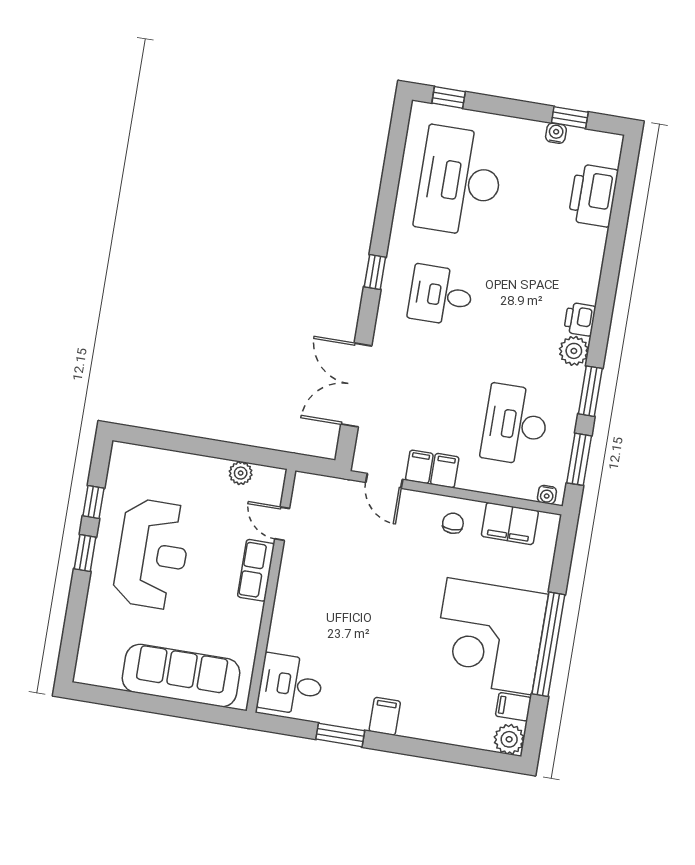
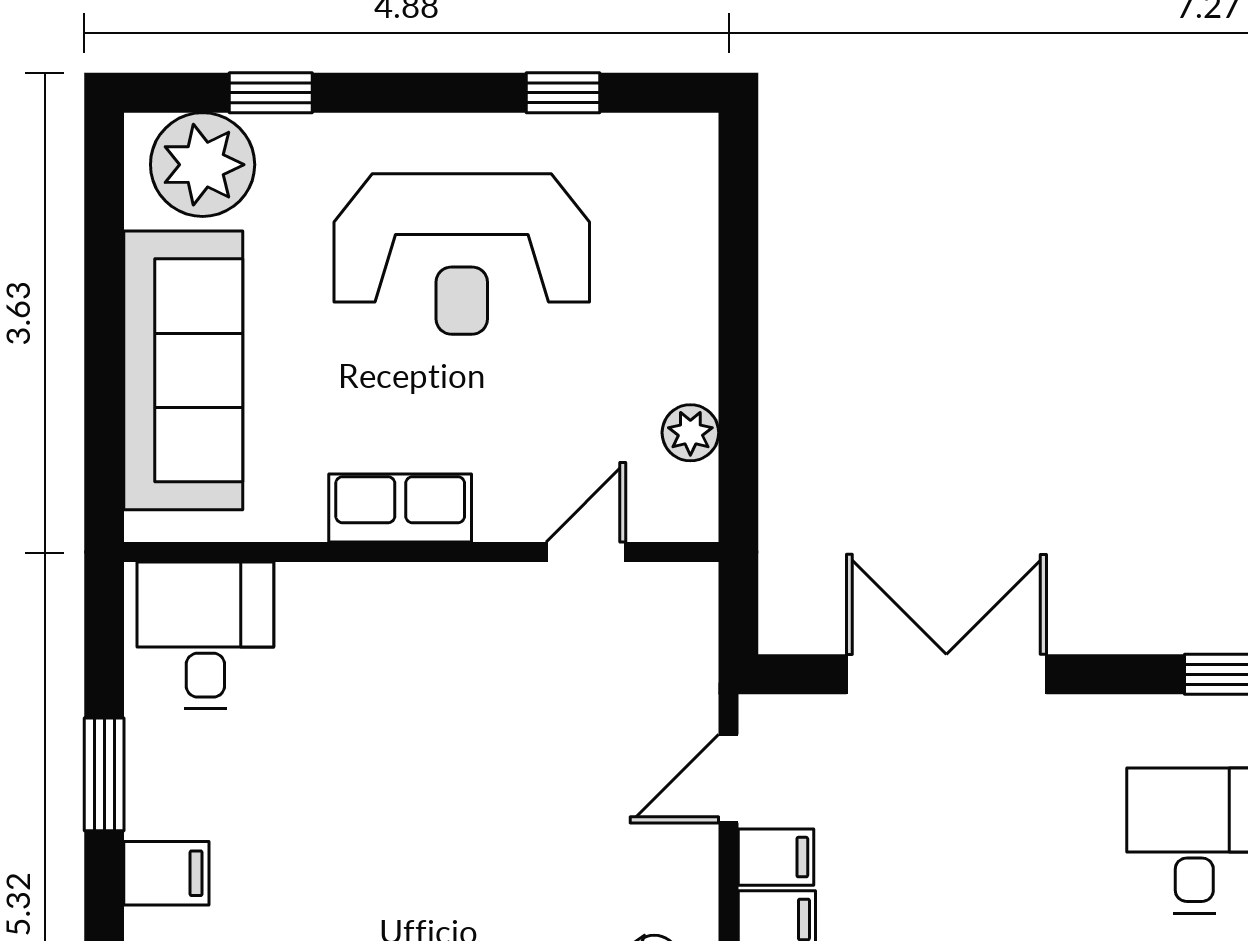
window: (85, 553) -> (271, 93), moved
row of seats: (256, 570) -> (400, 508), moved
plant: (98, 654) -> (203, 165), added

